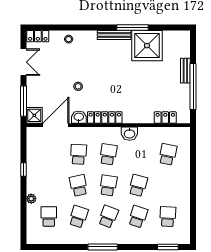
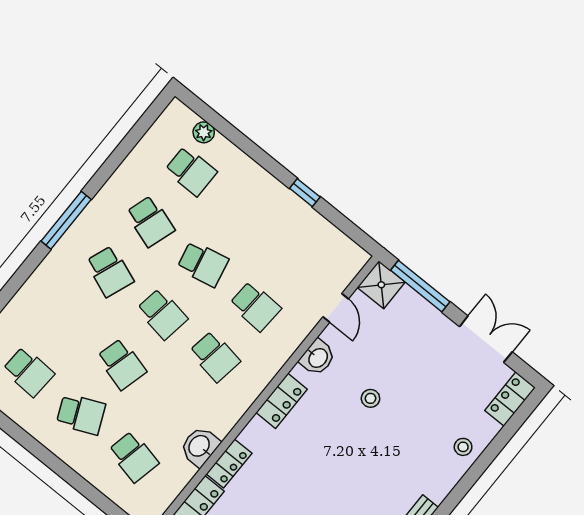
double door: (23, 62) -> (486, 339), swing flipped
locker: (105, 117) -> (282, 401), width x0.66
locker: (142, 118) -> (229, 464), added
door: (56, 125) -> (336, 308), width x0.53
washbasin: (129, 134) -> (200, 446), moved
plant: (31, 199) -> (204, 132), moved
school desk: (138, 217) -> (81, 414), moved, turned -42

